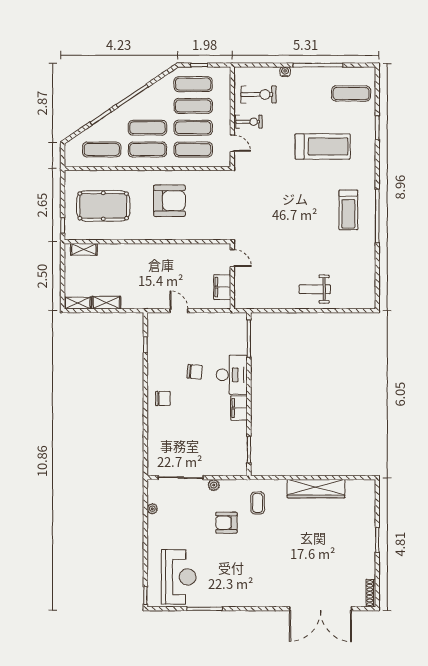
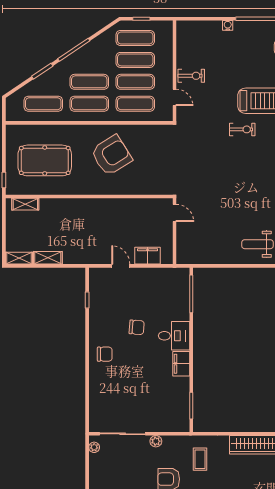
exercise bike: (259, 94) -> (242, 129), moved, width x0.73, depth x0.72
armchair: (169, 201) -> (111, 155), turned -32
filing cabinet: (222, 287) -> (148, 256), moved, turned 90
desk: (232, 375) -> (174, 336), width x0.73
plant: (152, 509) -> (94, 447), moved

